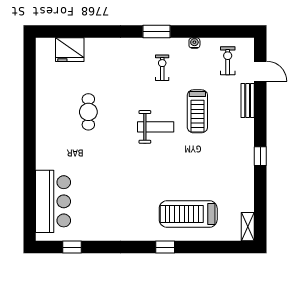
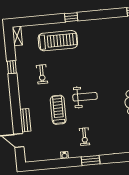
exercise bike: (228, 61) -> (42, 74), moved
weight bench: (156, 127) -> (85, 97), turned 180
window: (260, 156) -> (12, 67), moved

